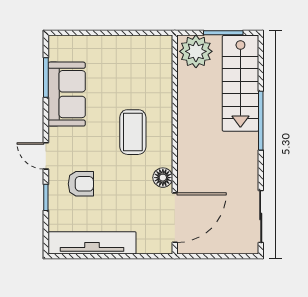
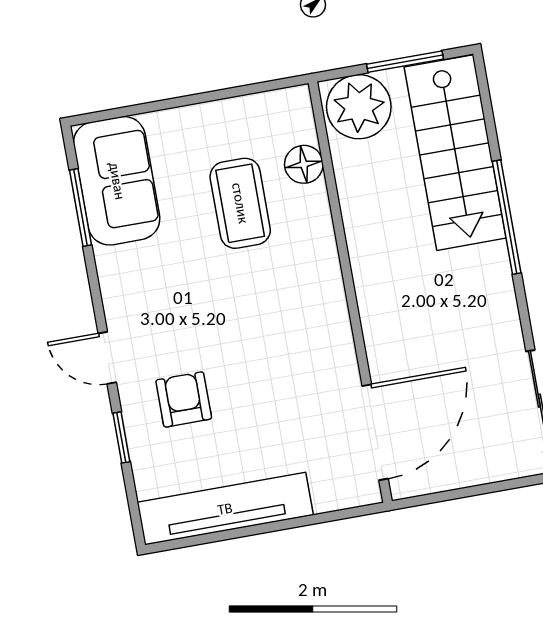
sofa: (67, 94) -> (117, 181), moved
coffee table: (133, 132) -> (240, 203), moved
floor lamp: (163, 178) -> (304, 164), moved
armchair: (81, 184) -> (184, 399), turned -90

